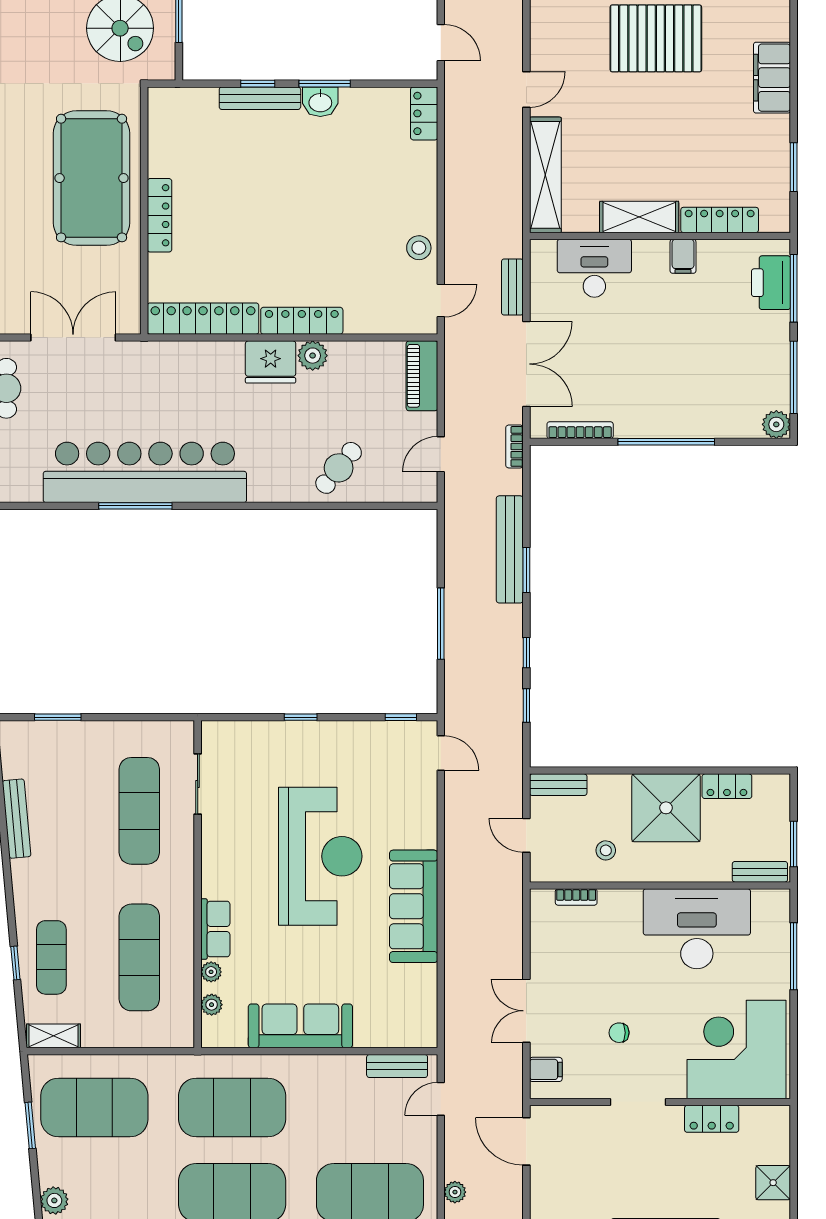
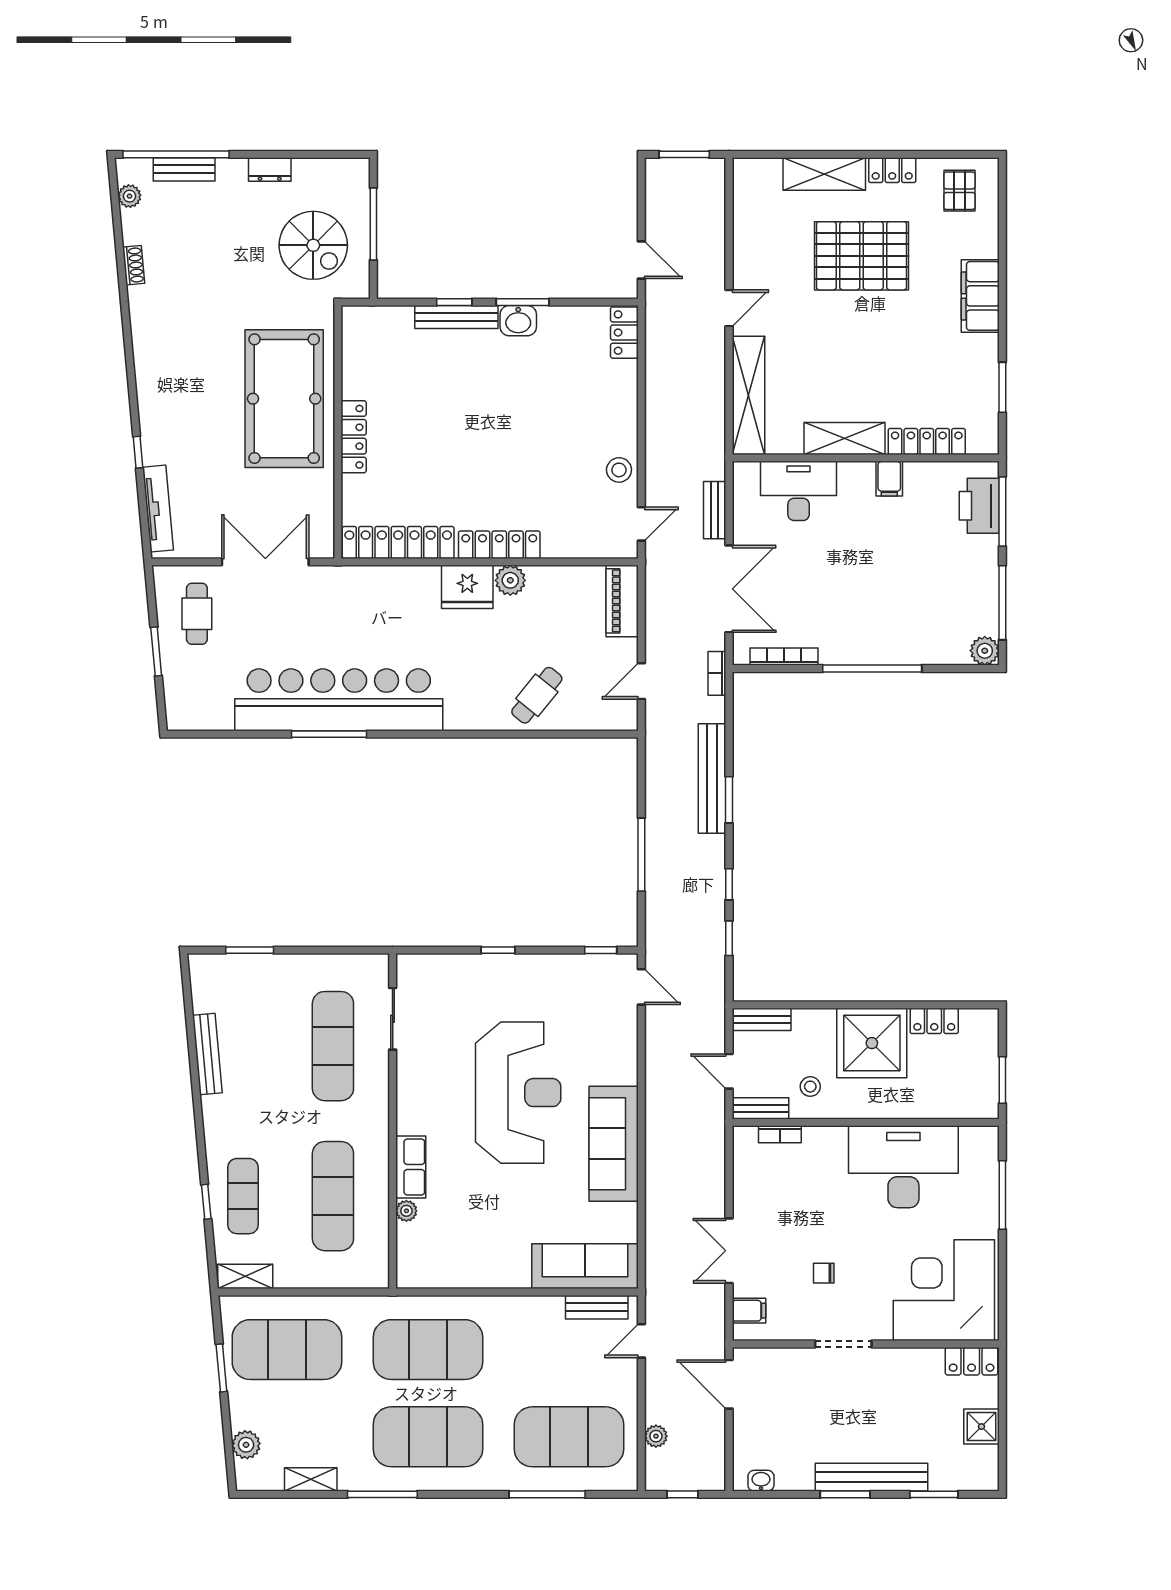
bench: (760, 872) -> (760, 1108), moved
plant: (212, 1005) -> (407, 1244), removed
sofa: (300, 1026) -> (585, 1266), moved
locker: (712, 1119) -> (972, 1361), moved

